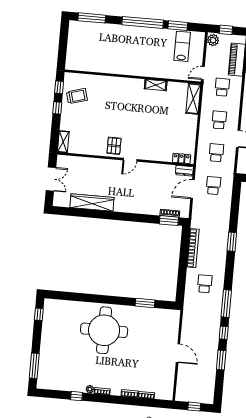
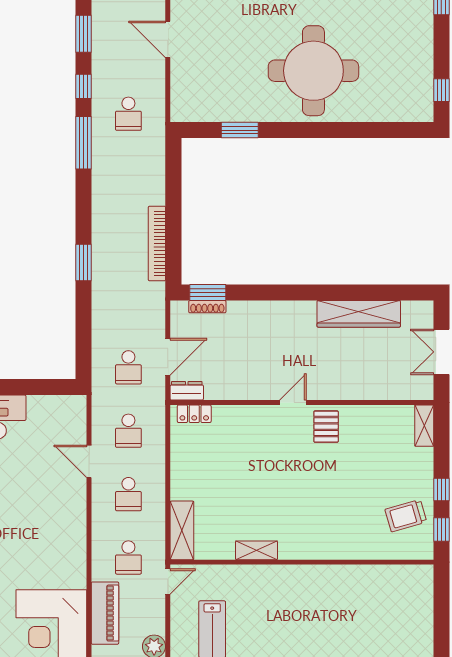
school desk: (205, 284) -> (128, 114), moved

